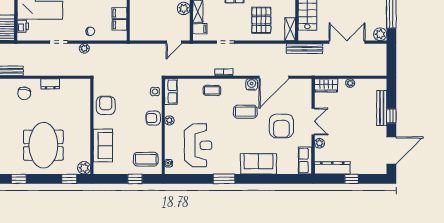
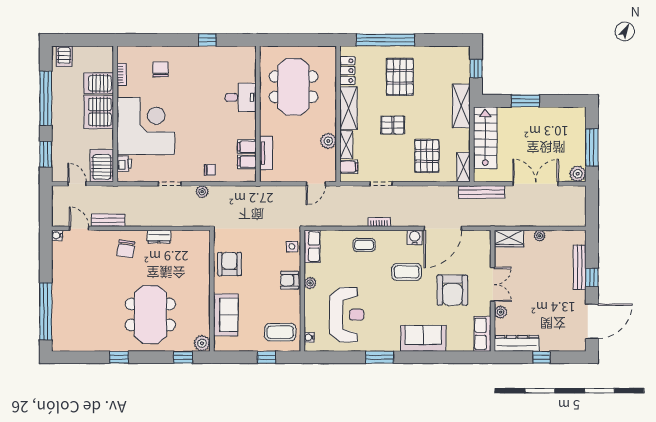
tv unit: (135, 18) -> (266, 153), added

